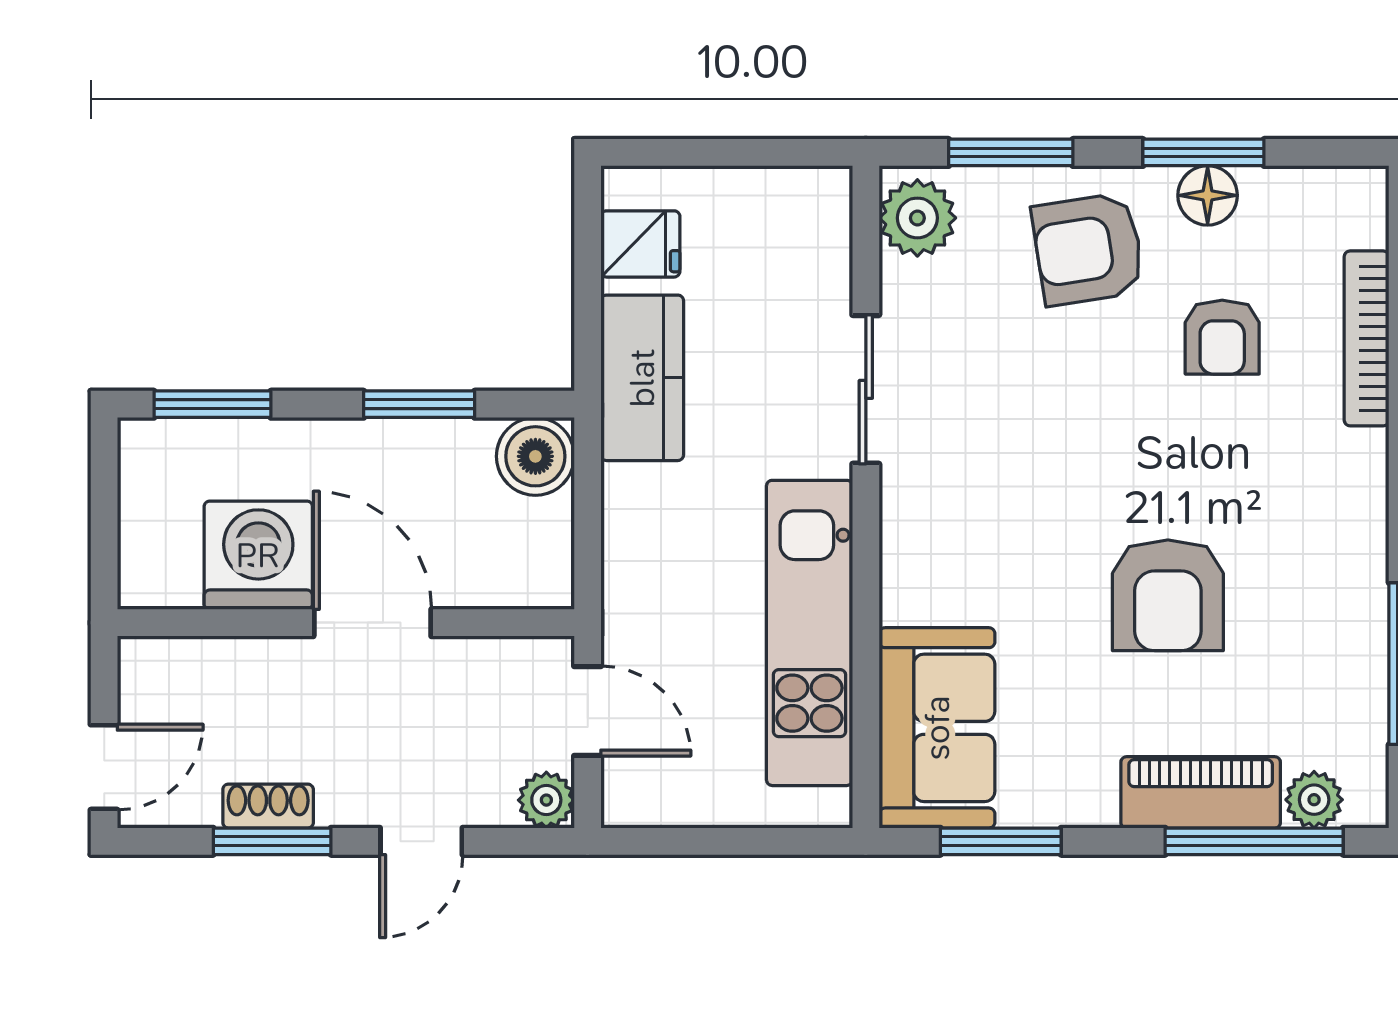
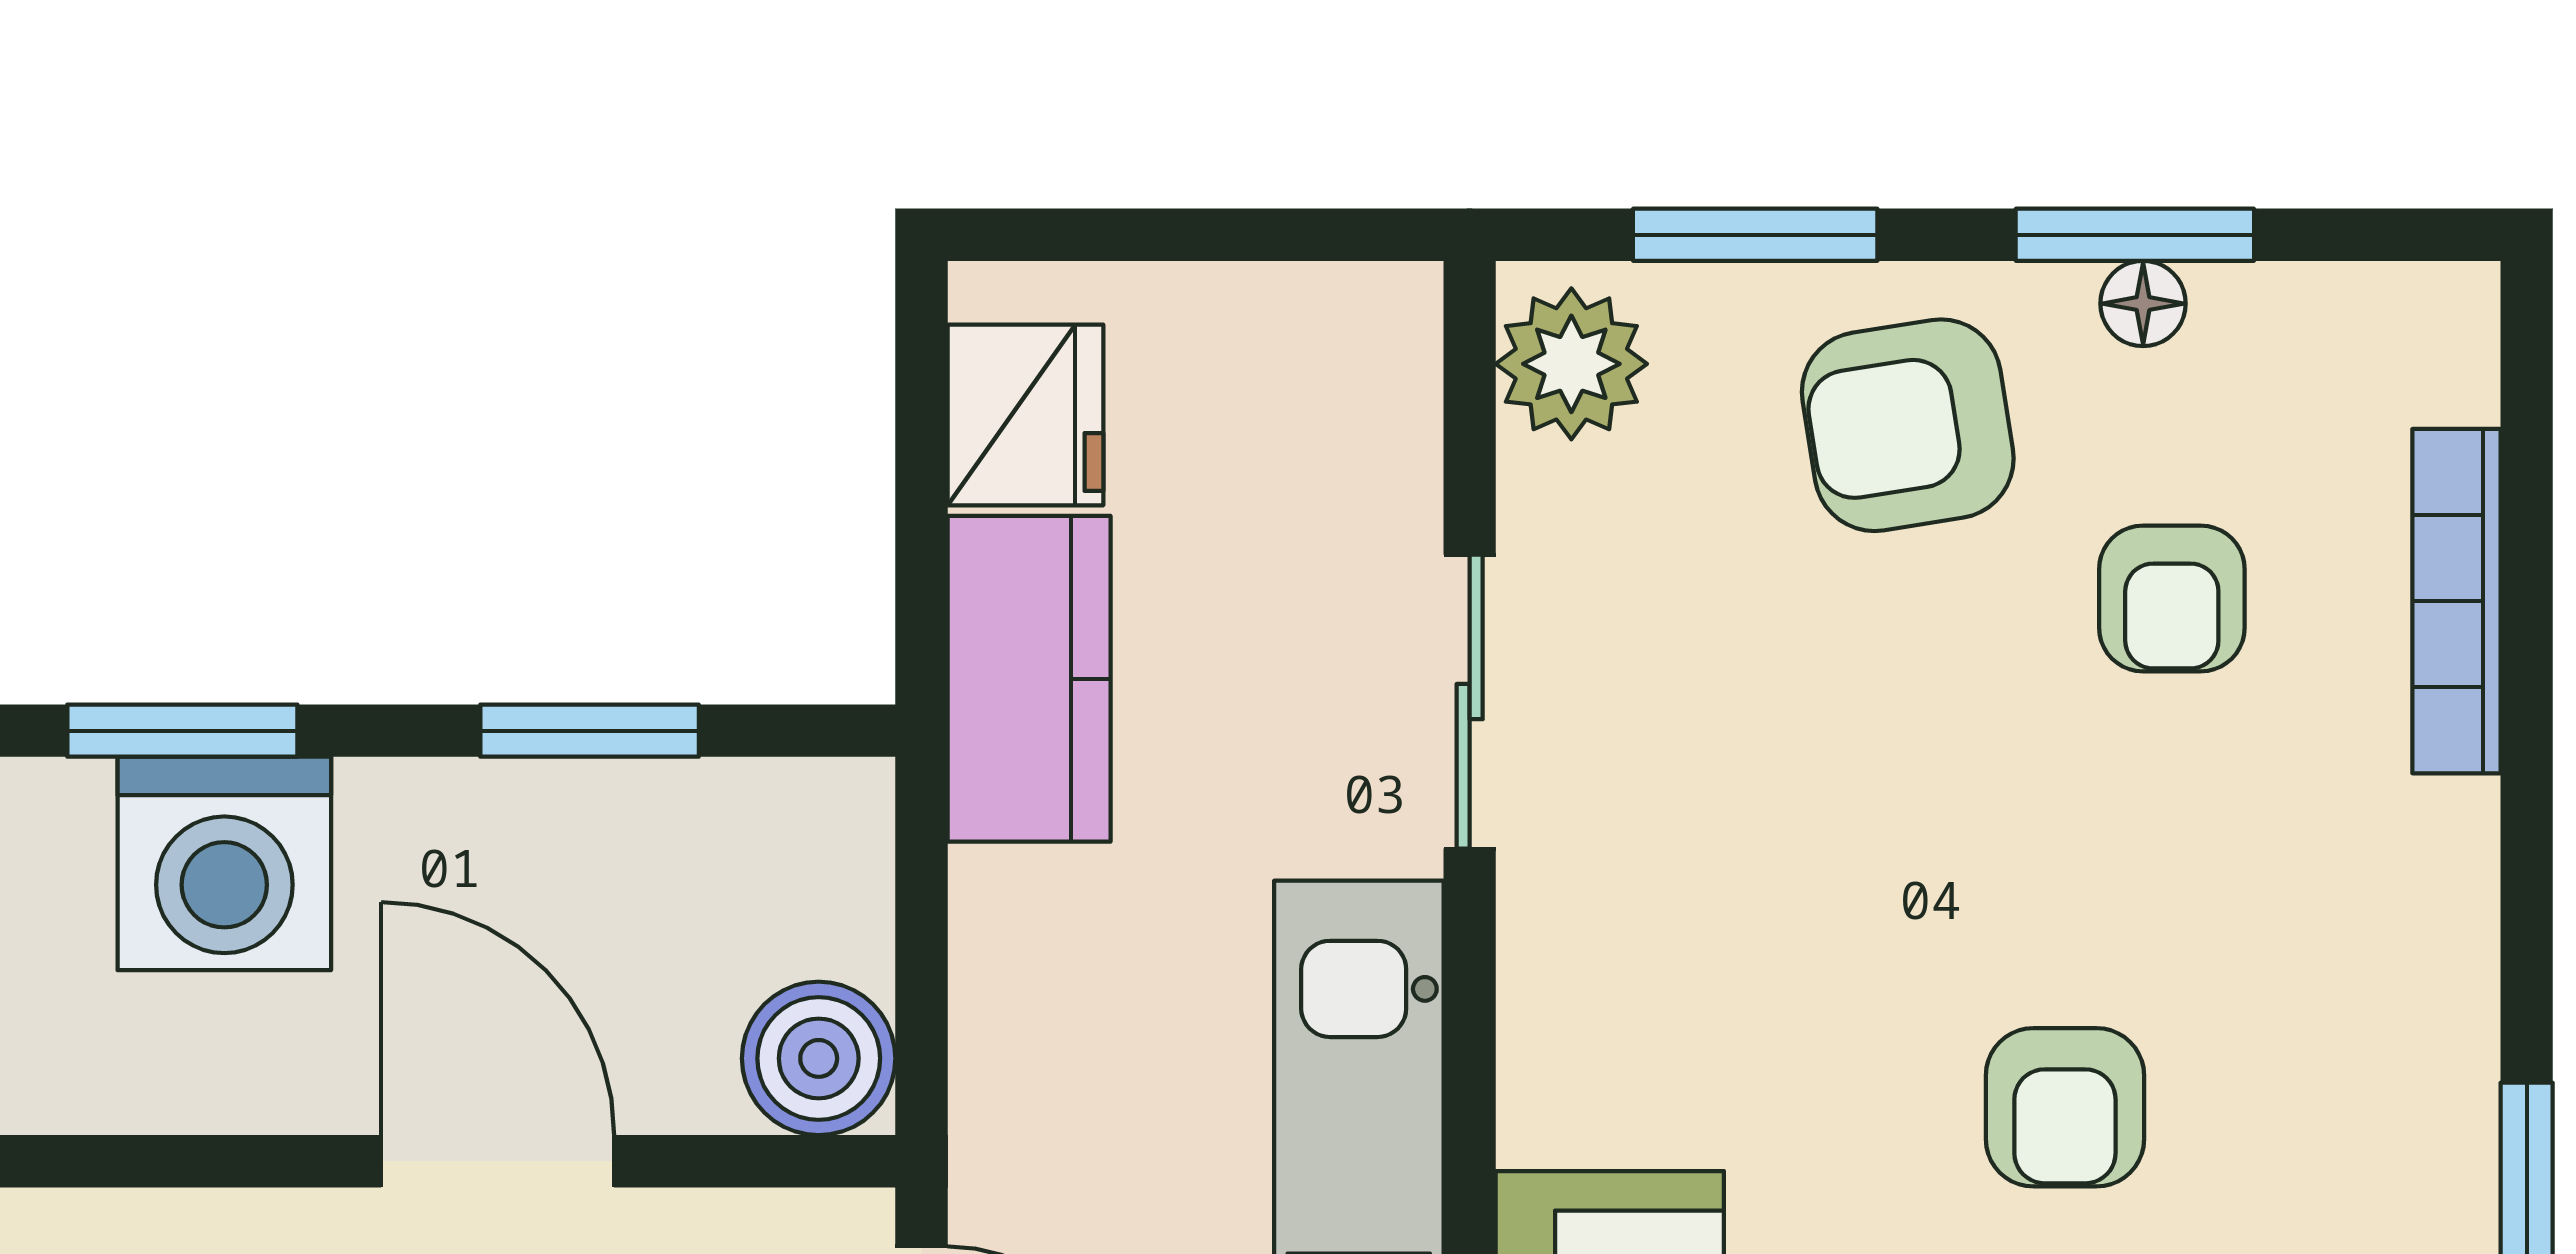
floor lamp: (1208, 195) -> (2143, 304), width x0.73, depth x0.73
fridge: (640, 244) -> (1025, 415), width x1.38
boiler: (535, 456) -> (819, 1058), moved
washing machine: (258, 555) -> (224, 863), moved, turned 180
armchair: (1168, 595) -> (2065, 1107), width x0.72, depth x0.72

